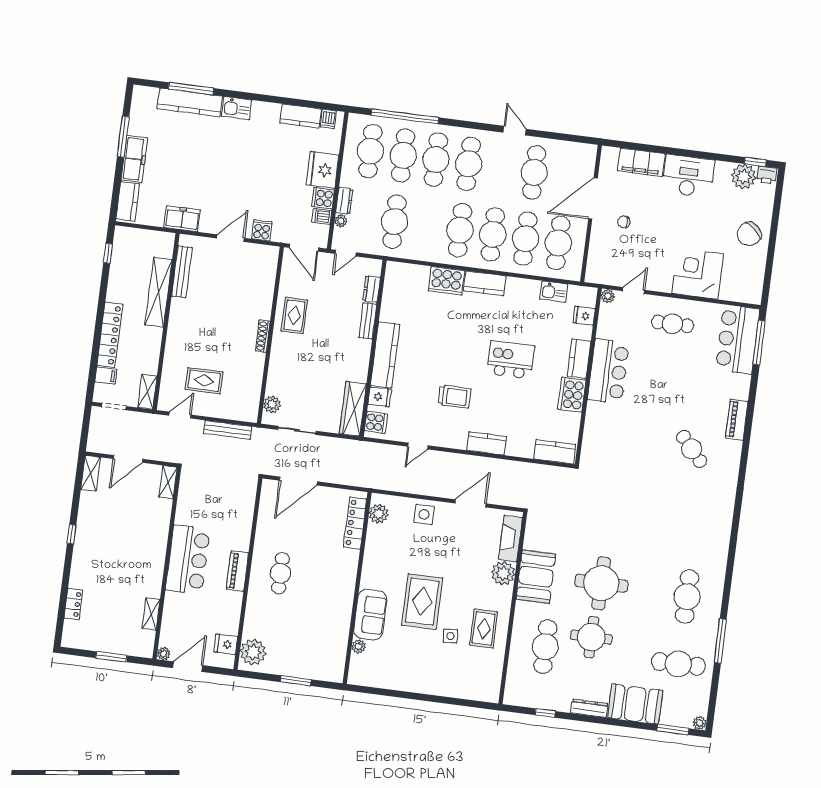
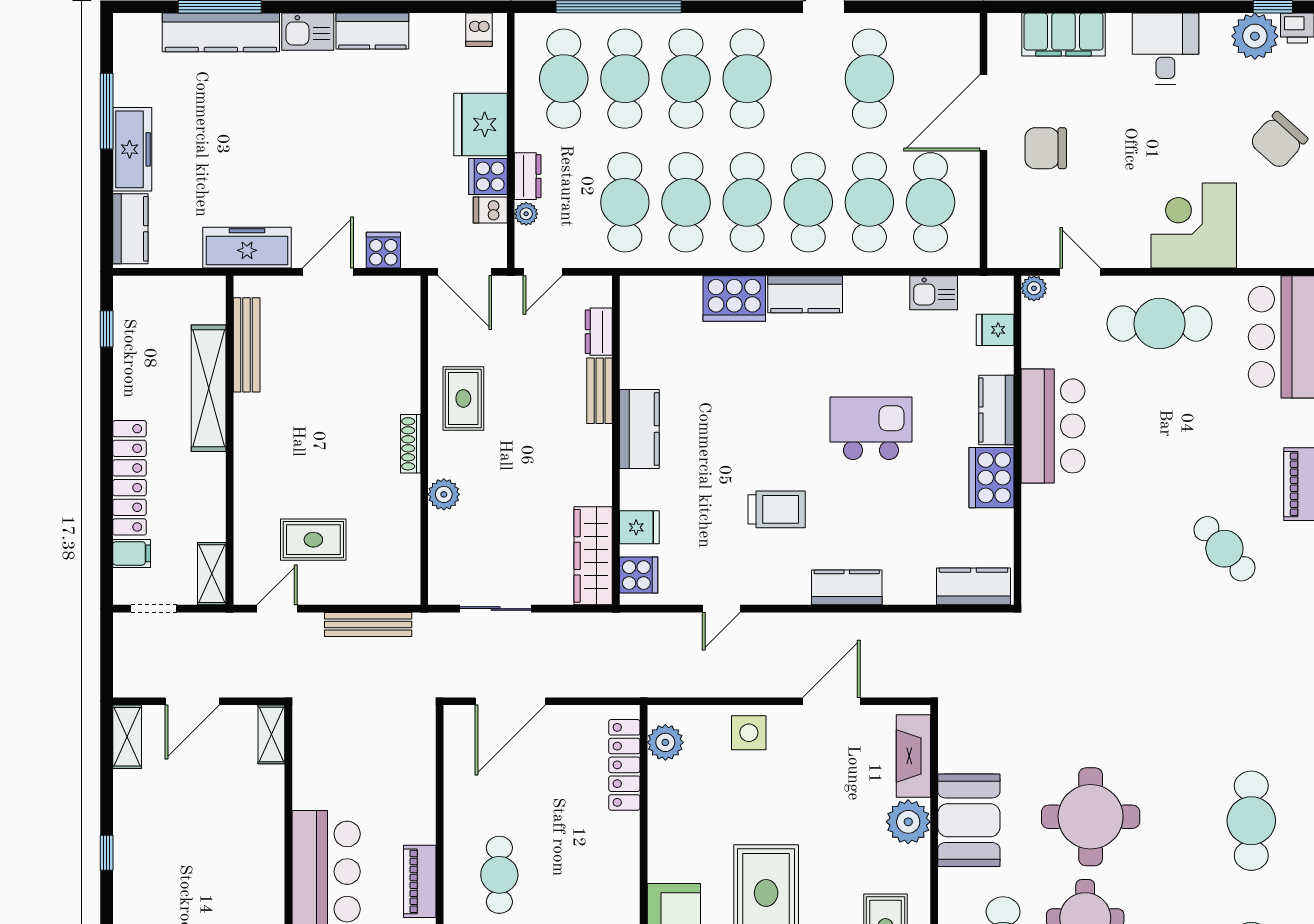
kitchen counter: (301, 116) -> (372, 31), moved
desk: (688, 176) -> (1165, 49), width x0.73
freezer: (182, 219) -> (247, 248), width x1.40
chair: (624, 222) -> (1046, 148), width x1.87, depth x1.87
cafe table: (427, 226) -> (686, 202), added
door: (634, 291) -> (1080, 272), hinge flipped
cafe table: (673, 324) -> (1160, 324), width x1.37, depth x1.35
kitchen counter: (385, 355) -> (639, 429), width x0.67
plant: (272, 405) -> (444, 494), moved

